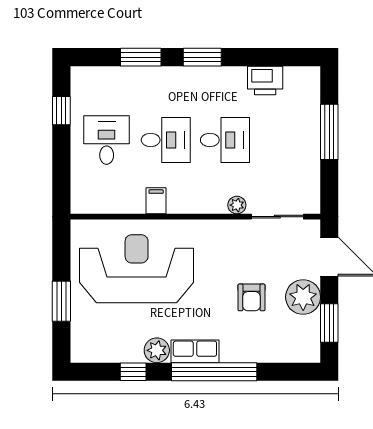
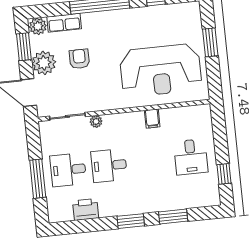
desk: (166, 140) -> (68, 170), moved
plant: (157, 350) -> (38, 26), moved
row of seats: (195, 351) -> (64, 23), moved

